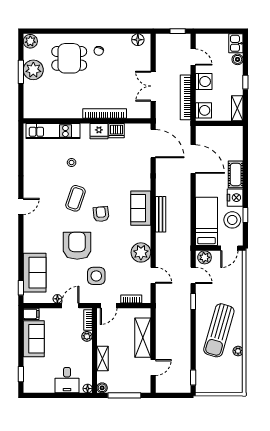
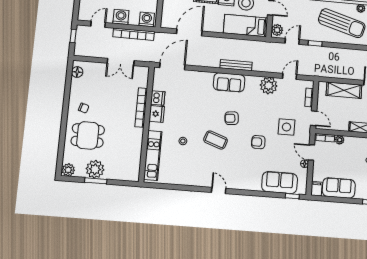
dining table: (69, 58) -> (88, 135), turned 90
armchair: (77, 246) -> (258, 142), width x0.53, depth x0.53

